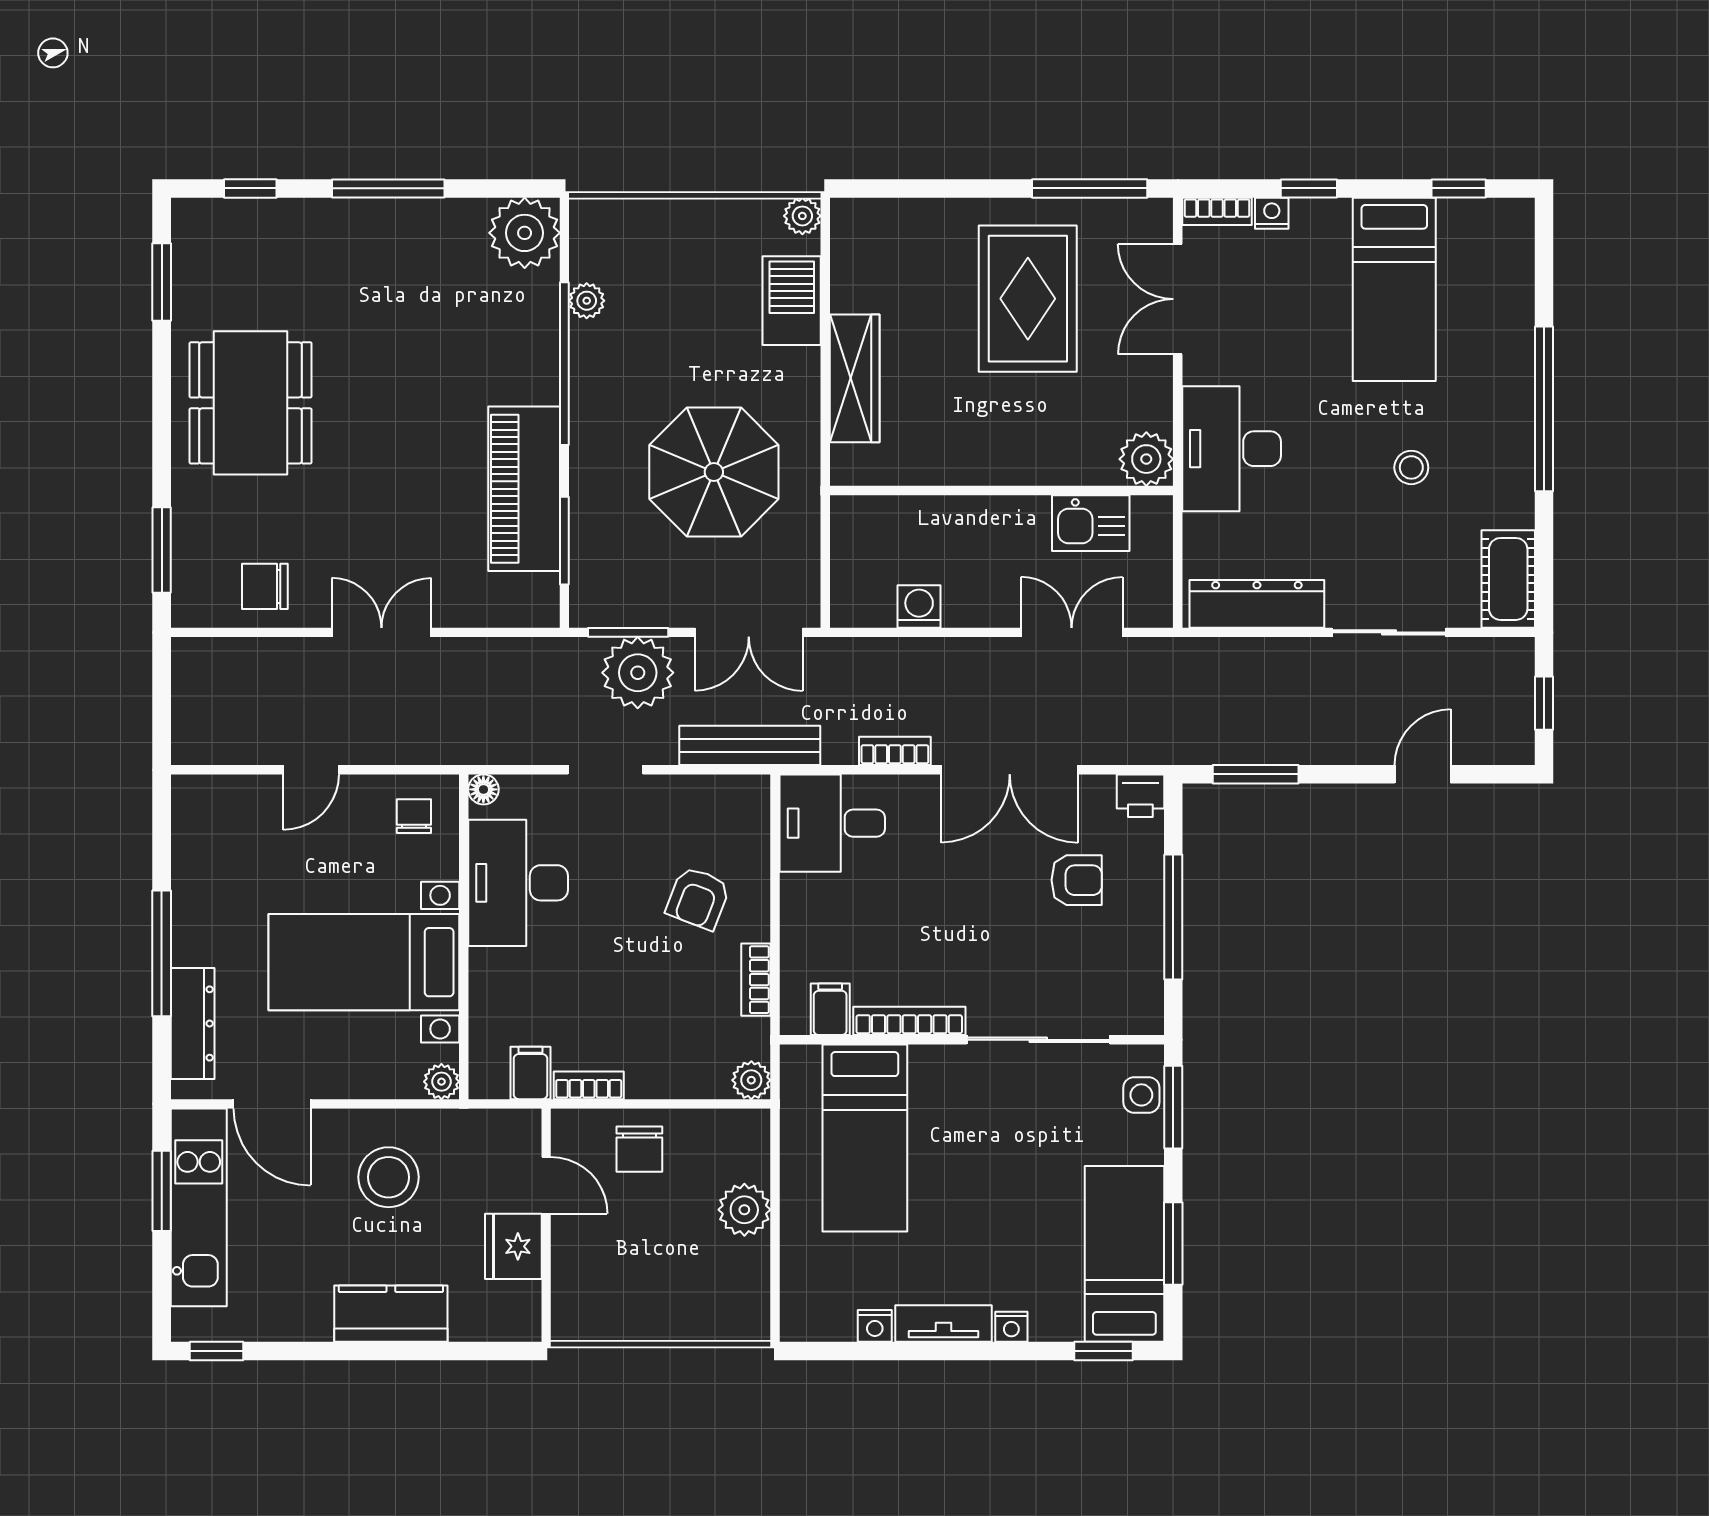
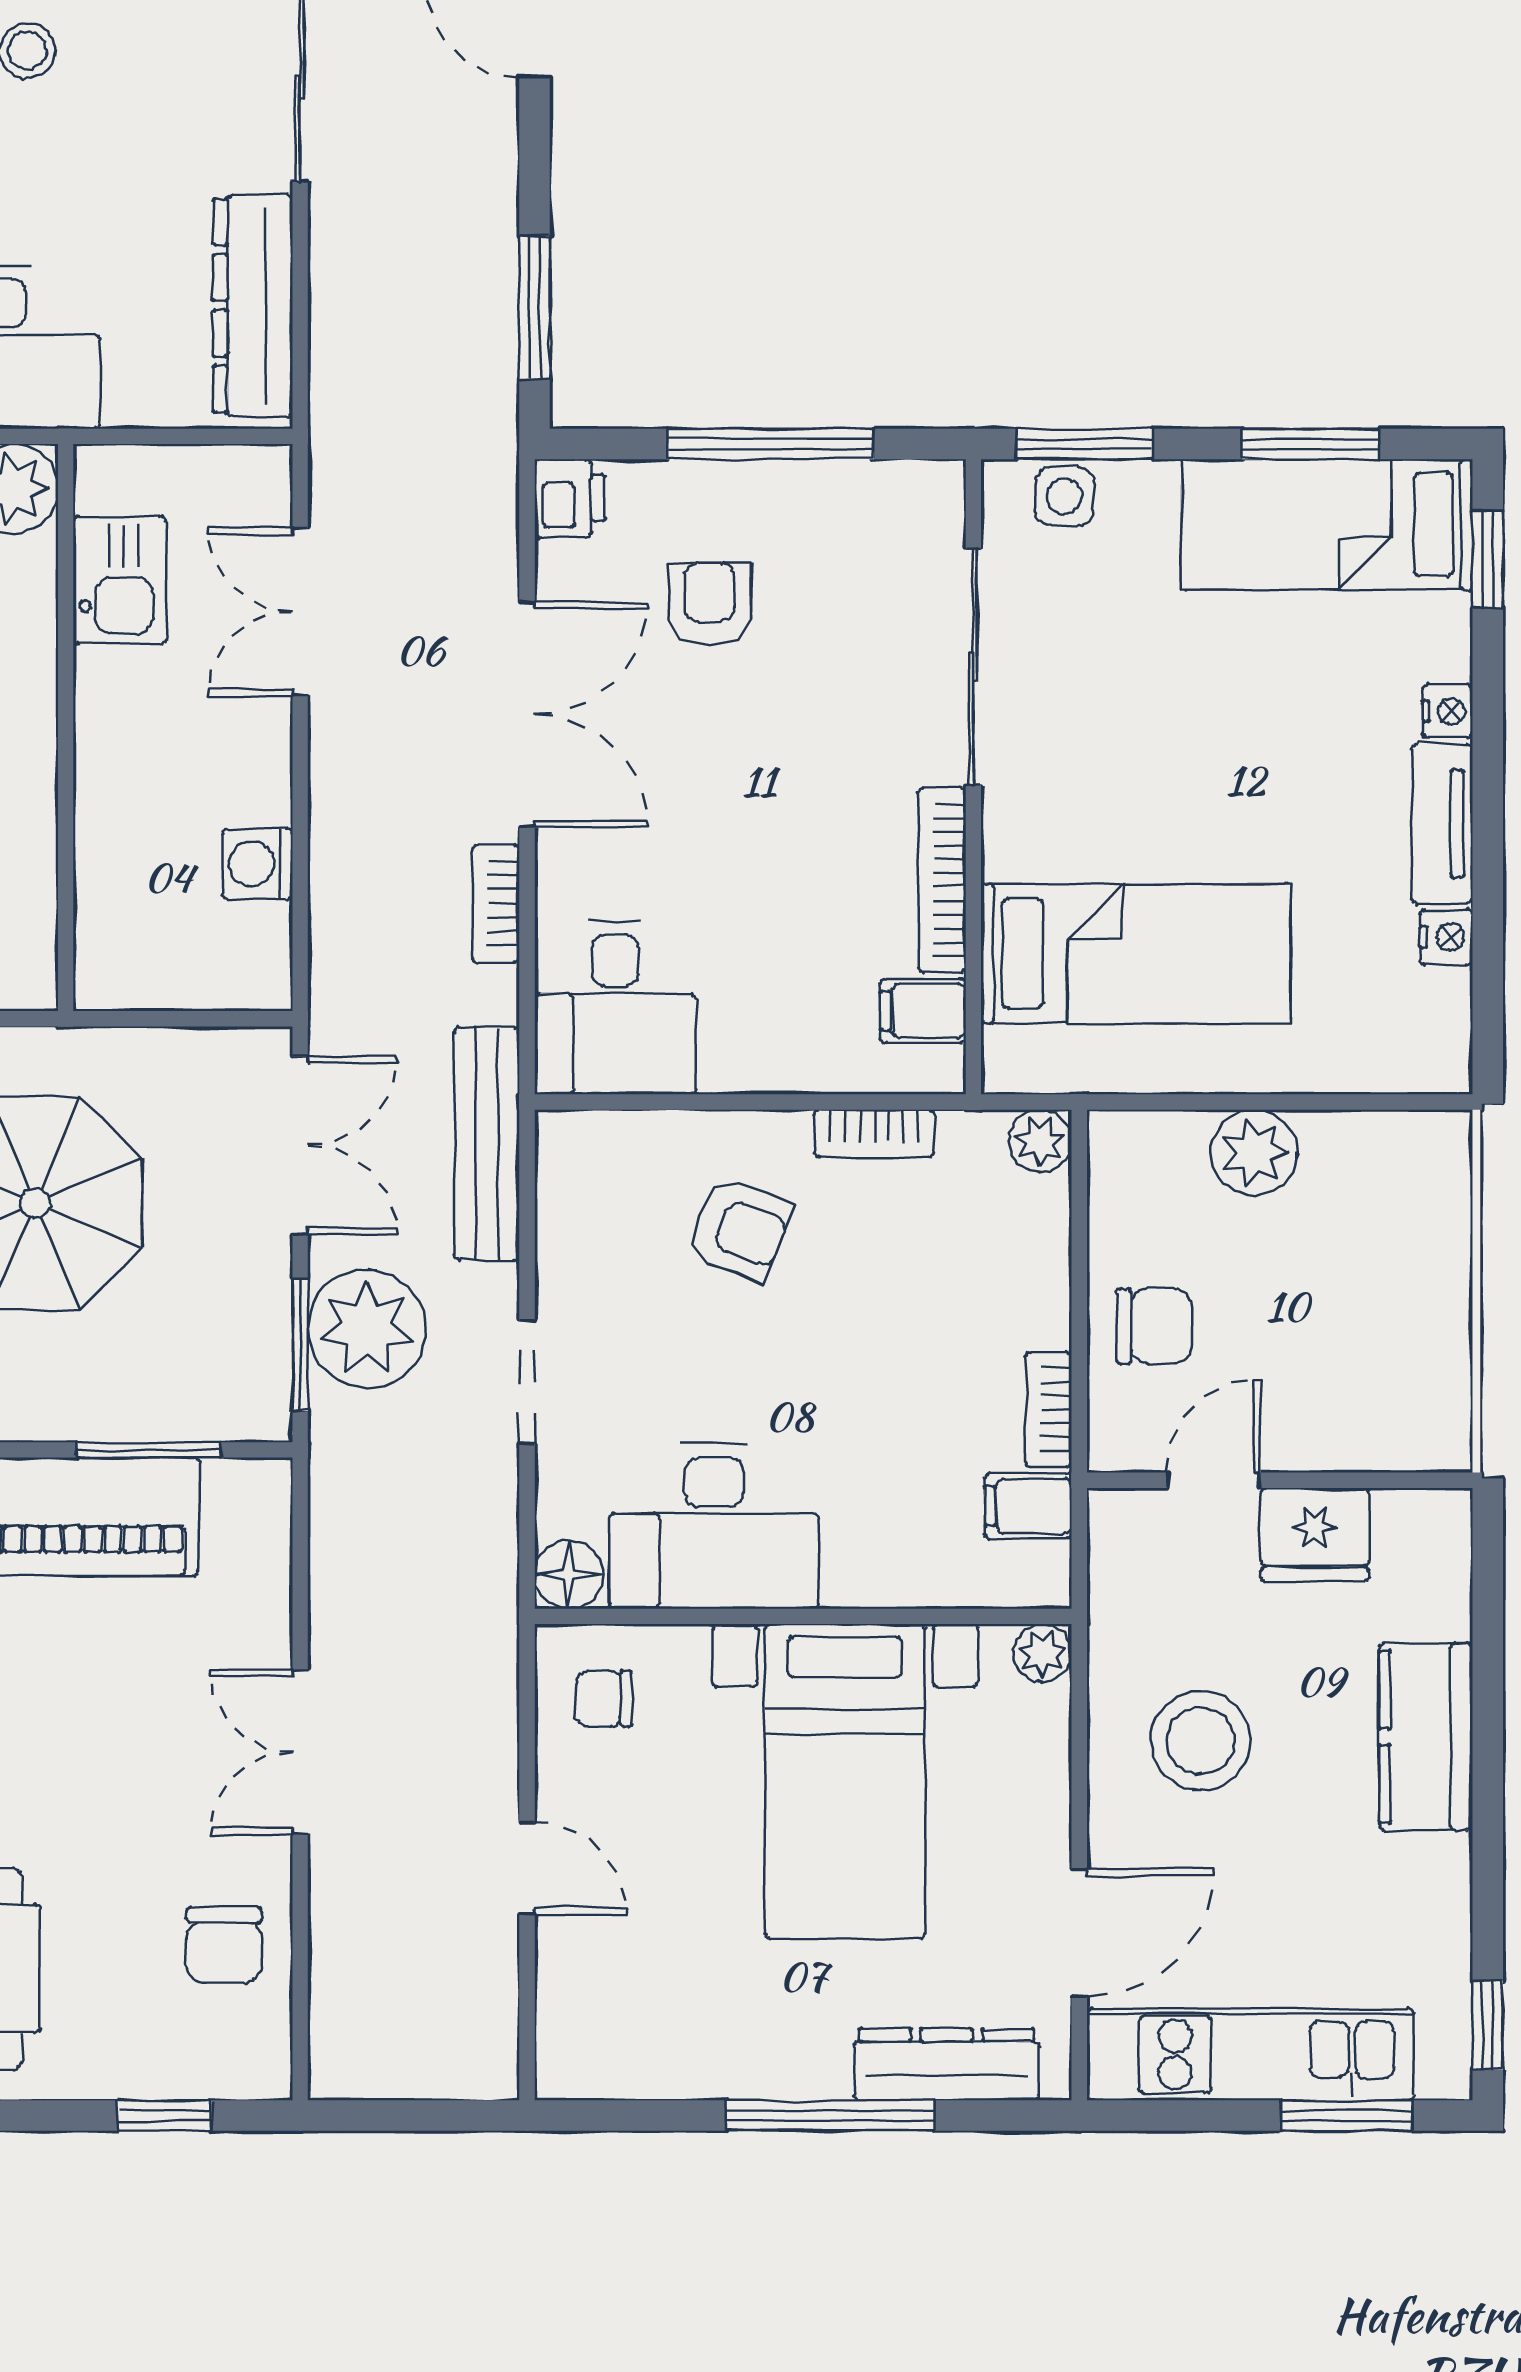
window: (162, 550) -> (164, 2116), width x0.67
floor lamp: (483, 789) -> (569, 1574), width x1.37, depth x1.37
window: (162, 1191) -> (1347, 2116), moved

